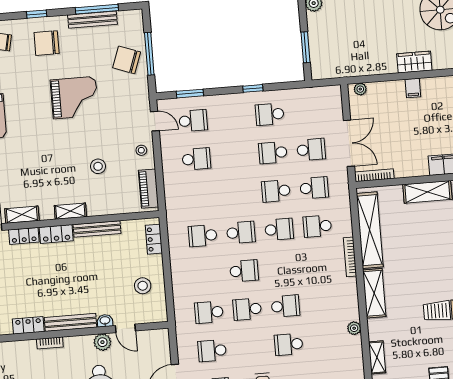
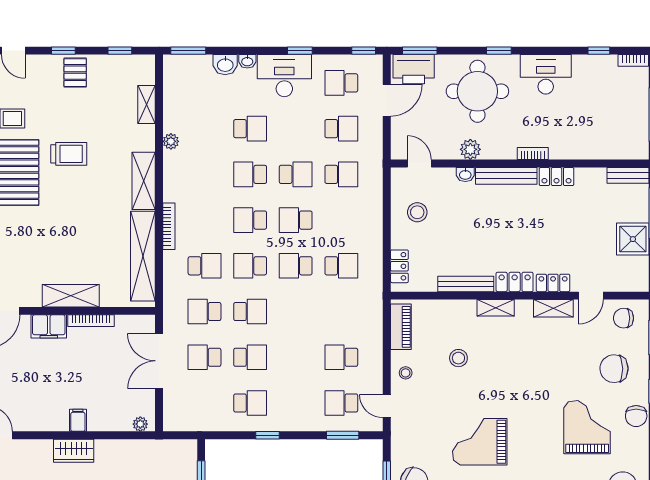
bookcase: (374, 175) -> (91, 321), moved
school desk: (282, 268) -> (250, 220), added
door: (125, 328) -> (419, 164), moved

